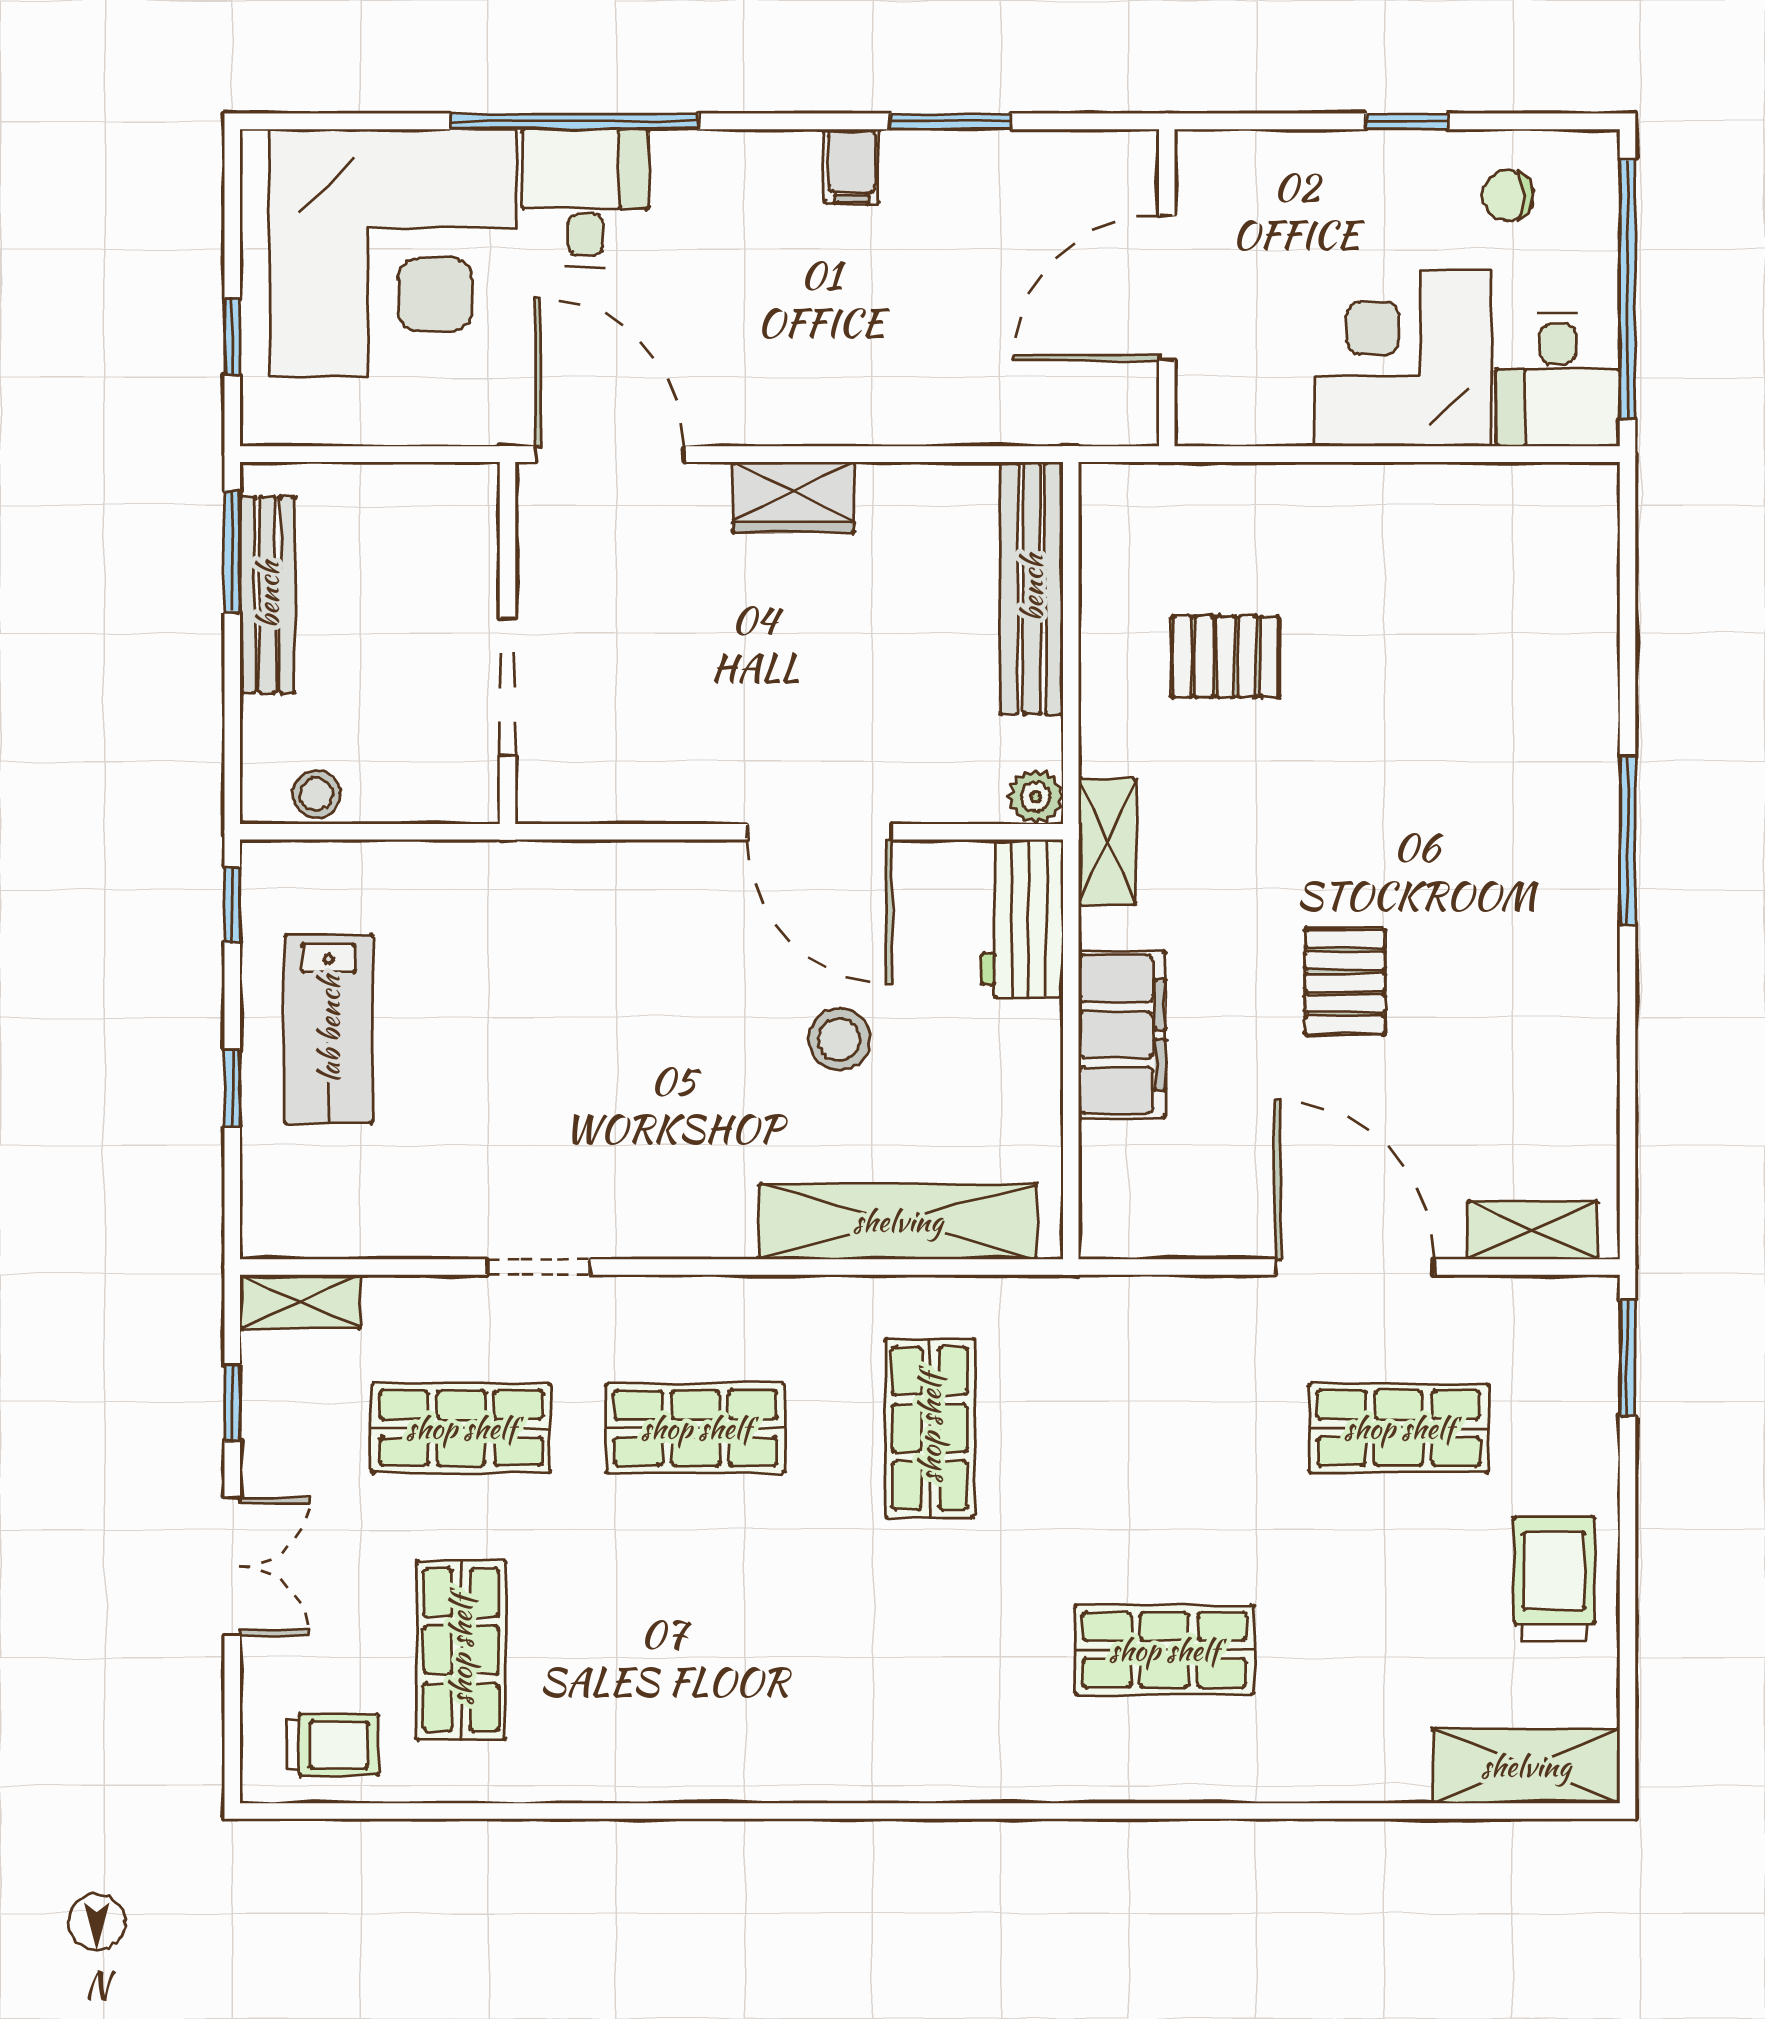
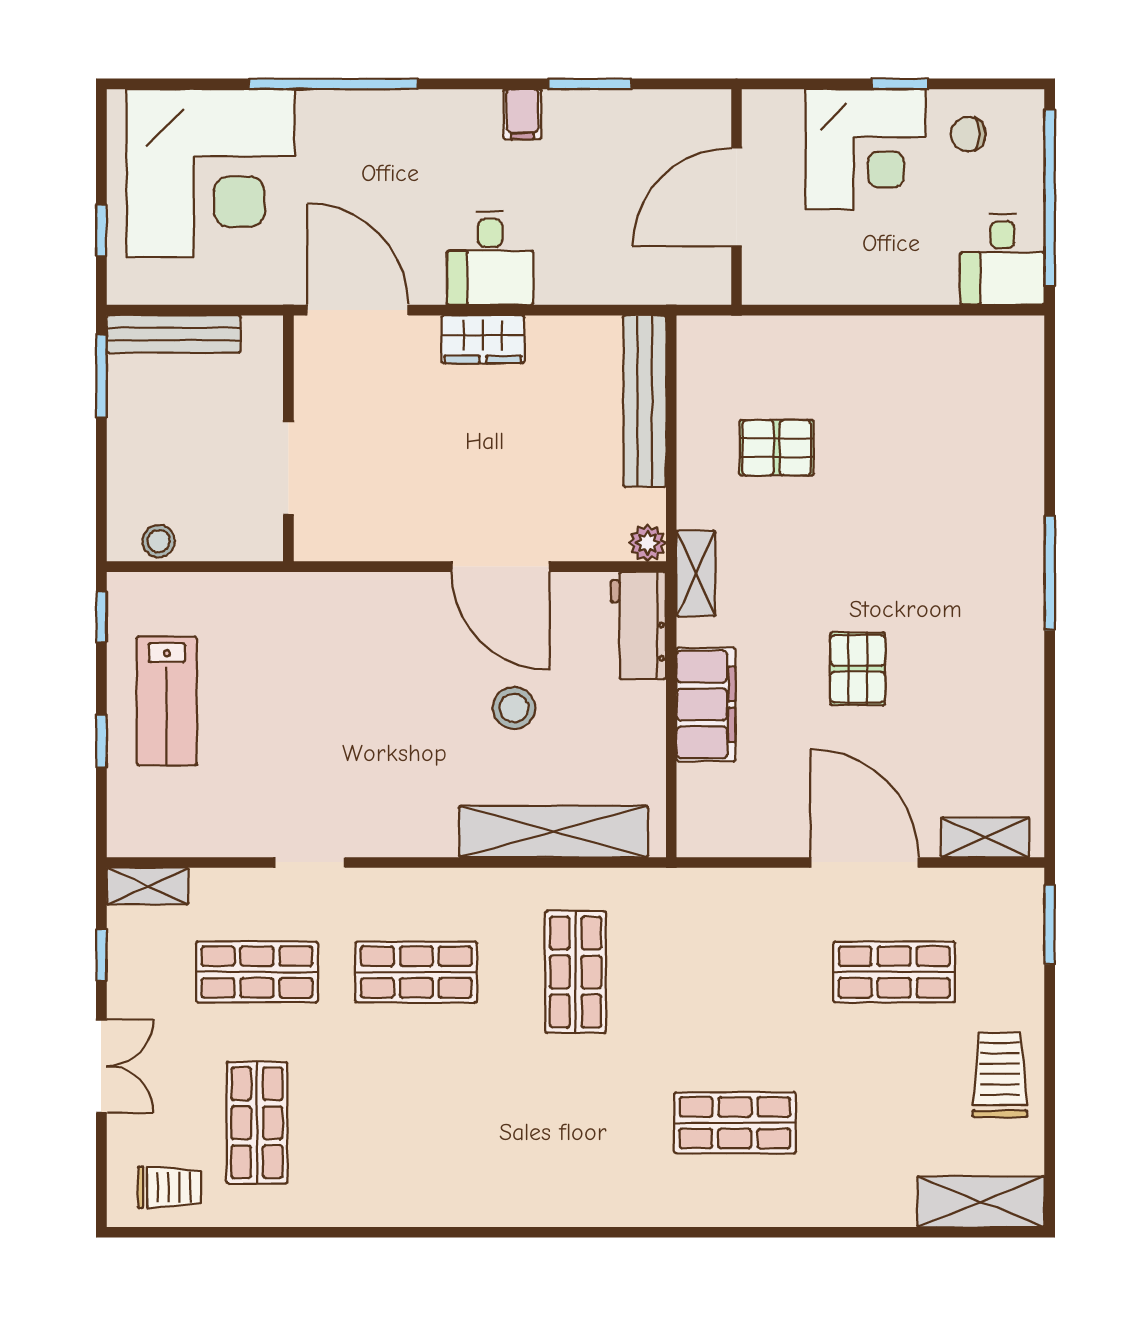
desk: (585, 198) -> (490, 258), moved, turned 180
corner desk: (1403, 358) -> (866, 149), moved, turned 180
bench: (268, 595) -> (174, 334), moved, turned 90

